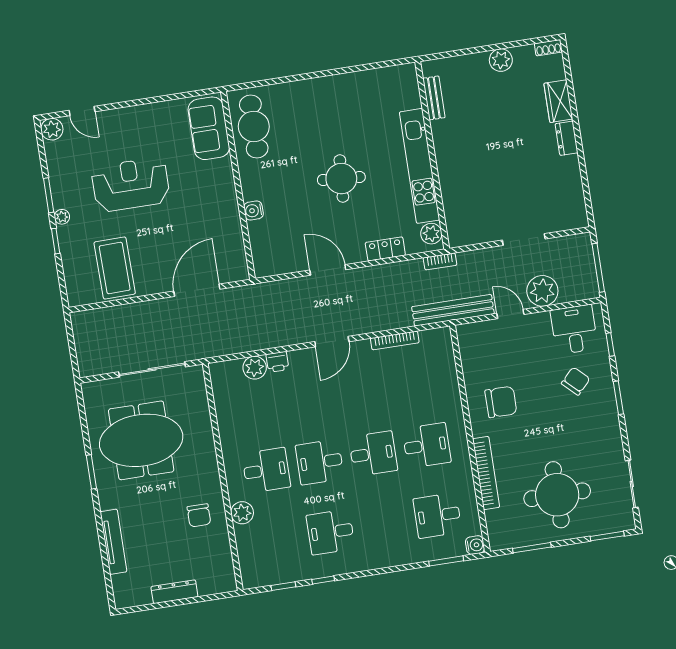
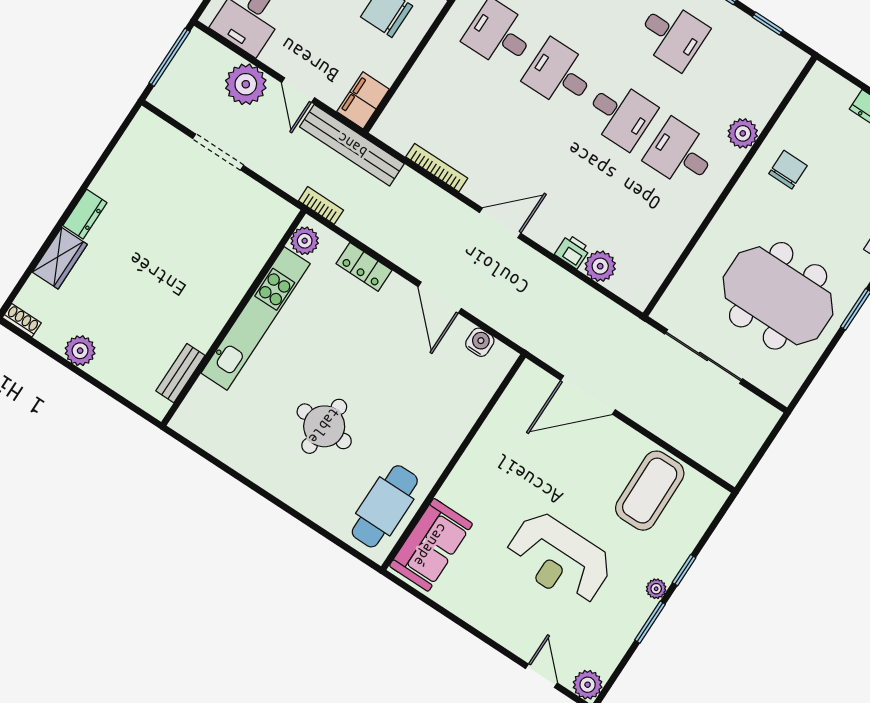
round table: (341, 179) -> (324, 426), moved
water cooler: (253, 210) -> (480, 342), moved, turned -90
filing cabinet: (469, 341) -> (363, 100), added

